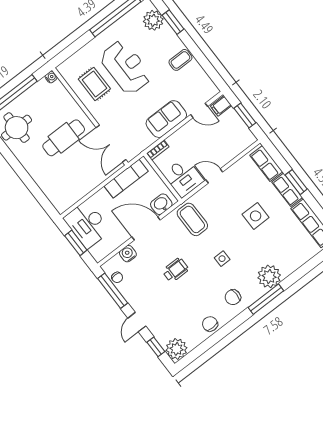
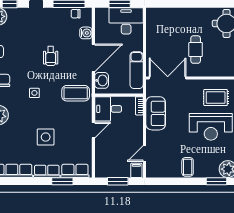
sofa: (166, 119) -> (156, 113), moved
cafe table: (64, 138) -> (196, 50), width x0.73, depth x0.74
window: (296, 182) -> (62, 181), moved

